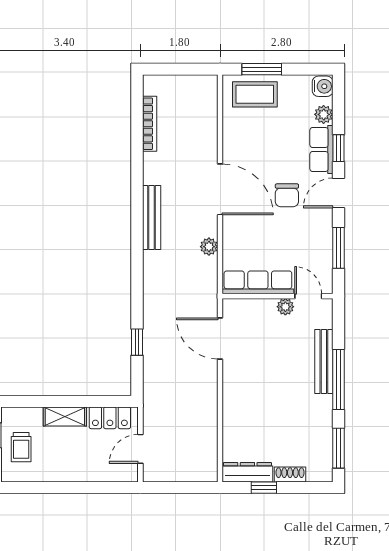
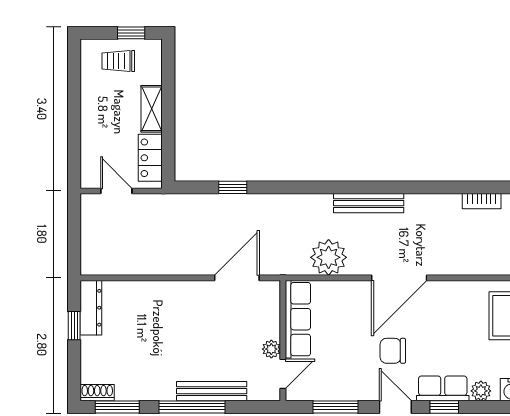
bookcase: (150, 124) -> (482, 201), width x0.64
plant: (209, 247) -> (329, 257), width x1.88, depth x1.88
shoe rack: (290, 475) -> (97, 393), moved, turned -90

